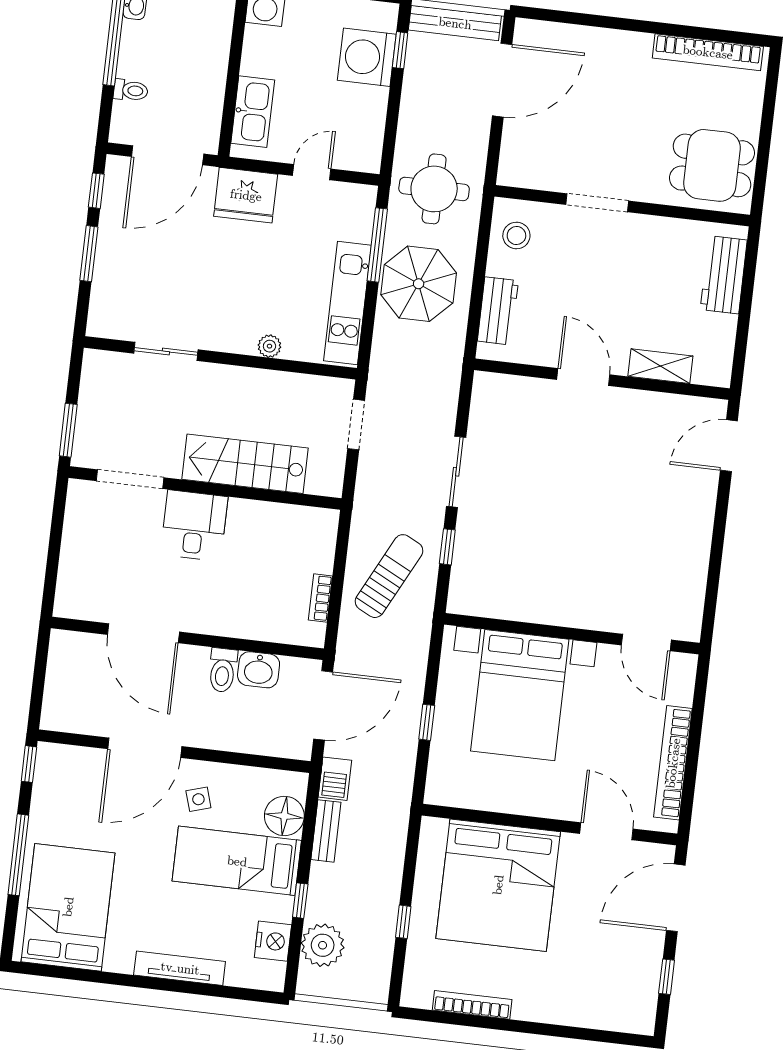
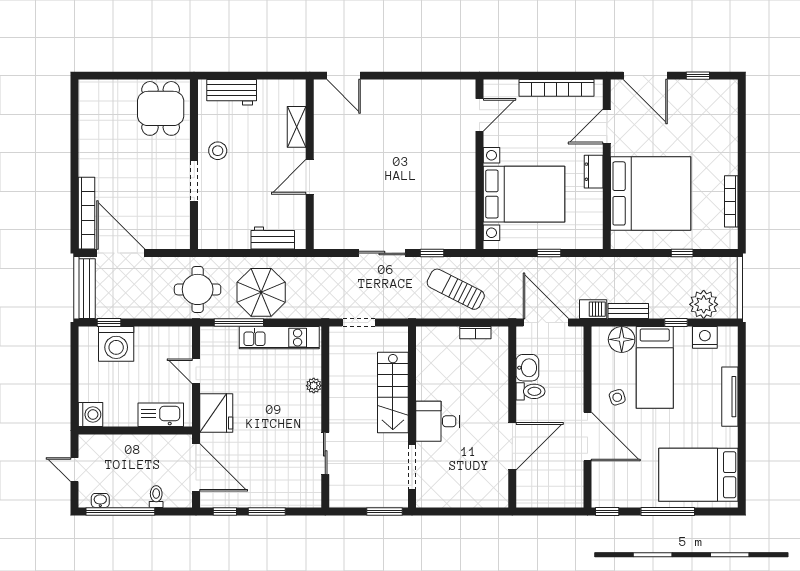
bookcase: (708, 52) -> (87, 213), moved
stool: (516, 235) -> (218, 151), moved
dresser: (541, 804) -> (594, 172), added

